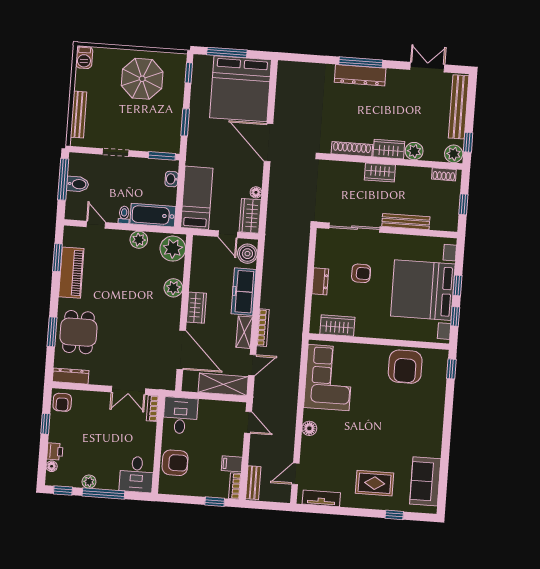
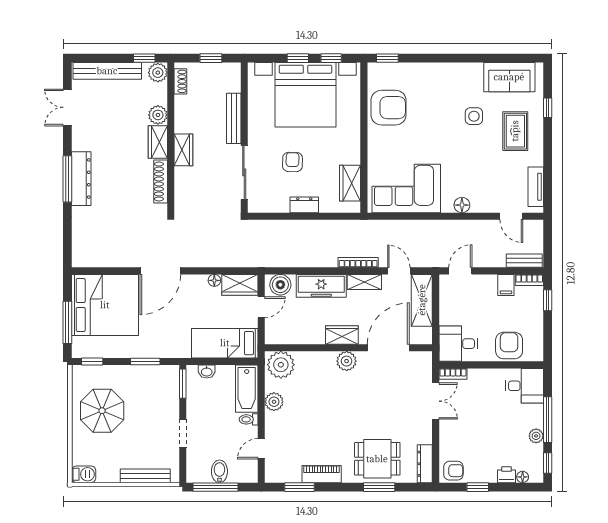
piano: (71, 273) -> (322, 474), width x0.73, depth x0.75
plant: (173, 288) -> (347, 361), moved
side table: (391, 446) -> (474, 116), added

